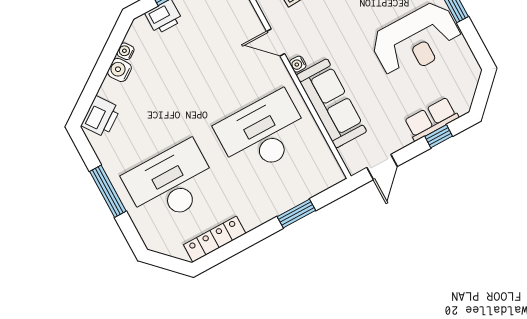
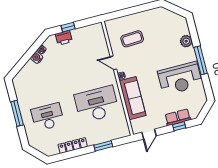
printer: (101, 117) -> (22, 77), removed
desk: (171, 183) -> (48, 117), width x0.73, depth x0.77
locker: (215, 239) -> (73, 146), moved

